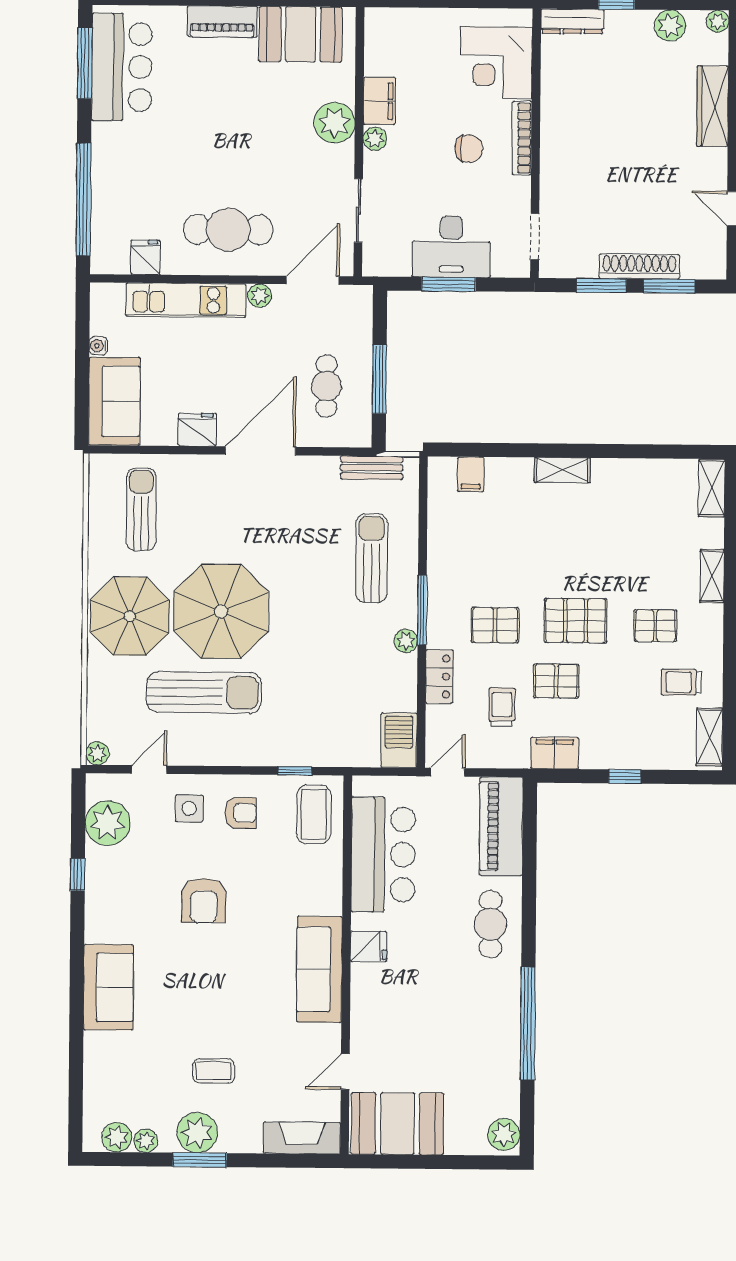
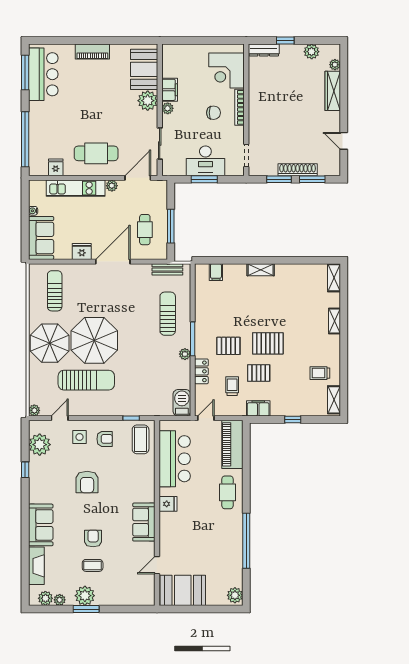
plant: (718, 21) -> (335, 65), moved
booth: (301, 34) -> (144, 69), moved, turned 90
pallet: (655, 626) -> (307, 346), removed
sofa: (319, 969) -> (144, 522), width x0.73
armchair: (215, 1016) -> (93, 538), added
fireplace: (302, 1138) -> (36, 566), moved, turned 90

